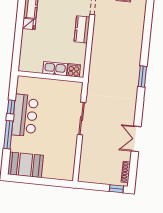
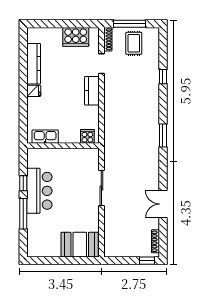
window: (148, 23) -> (163, 77), added
kitchen sink: (55, 69) -> (45, 137), moved
booth: (25, 165) -> (80, 245), moved

